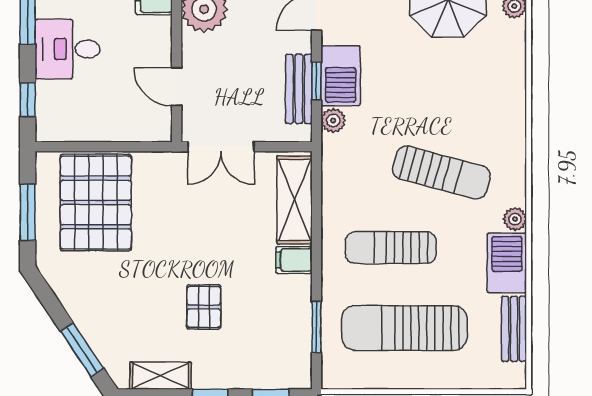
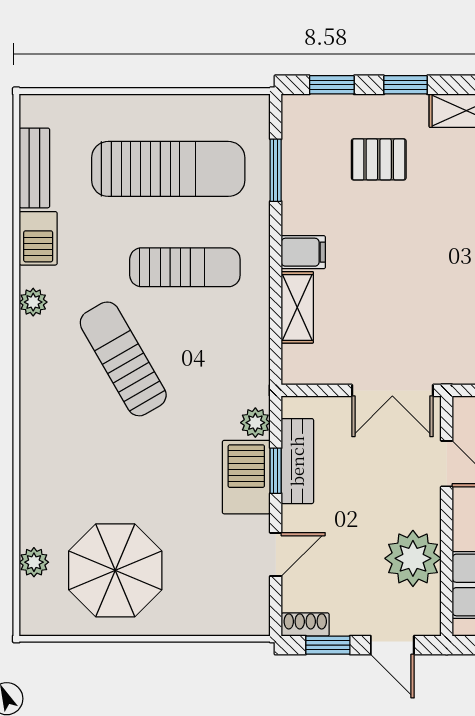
double door: (221, 147) -> (392, 390), swing flipped
sun lounger: (441, 172) -> (123, 359), turned 45
shelving: (294, 200) -> (297, 307), width x0.67, depth x0.75
barbecue: (507, 263) -> (38, 238), width x0.73, depth x0.79
pallet: (204, 307) -> (379, 159), moved, turned 90

